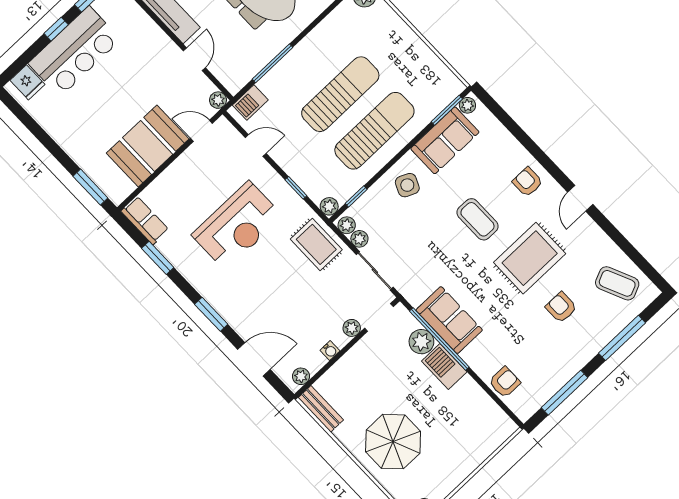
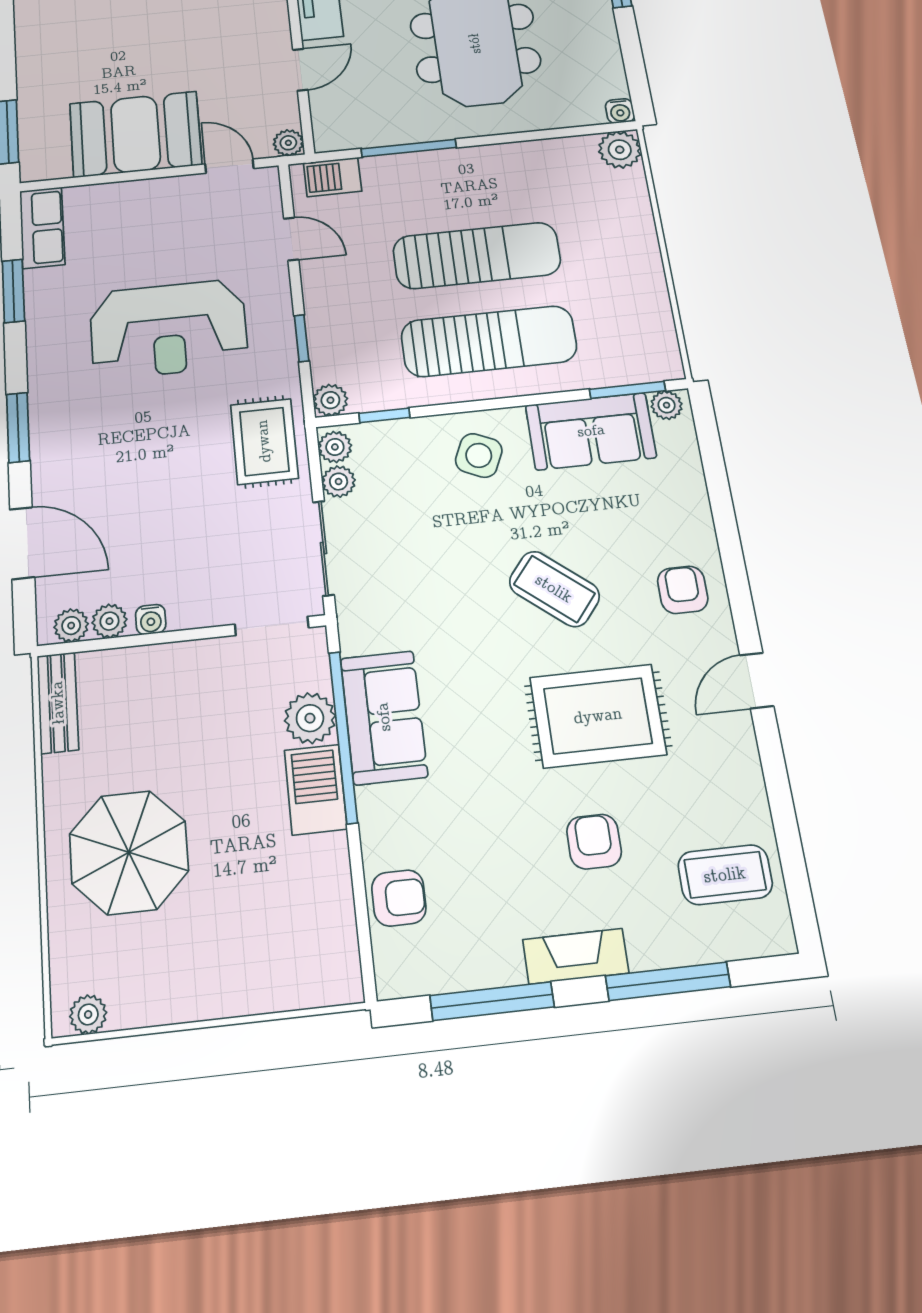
coffee table: (477, 219) -> (554, 589), turned -51
coffee table: (617, 283) -> (725, 875), turned -66
plant: (352, 328) -> (109, 621), moved
fireplace: (583, 354) -> (576, 956), added

